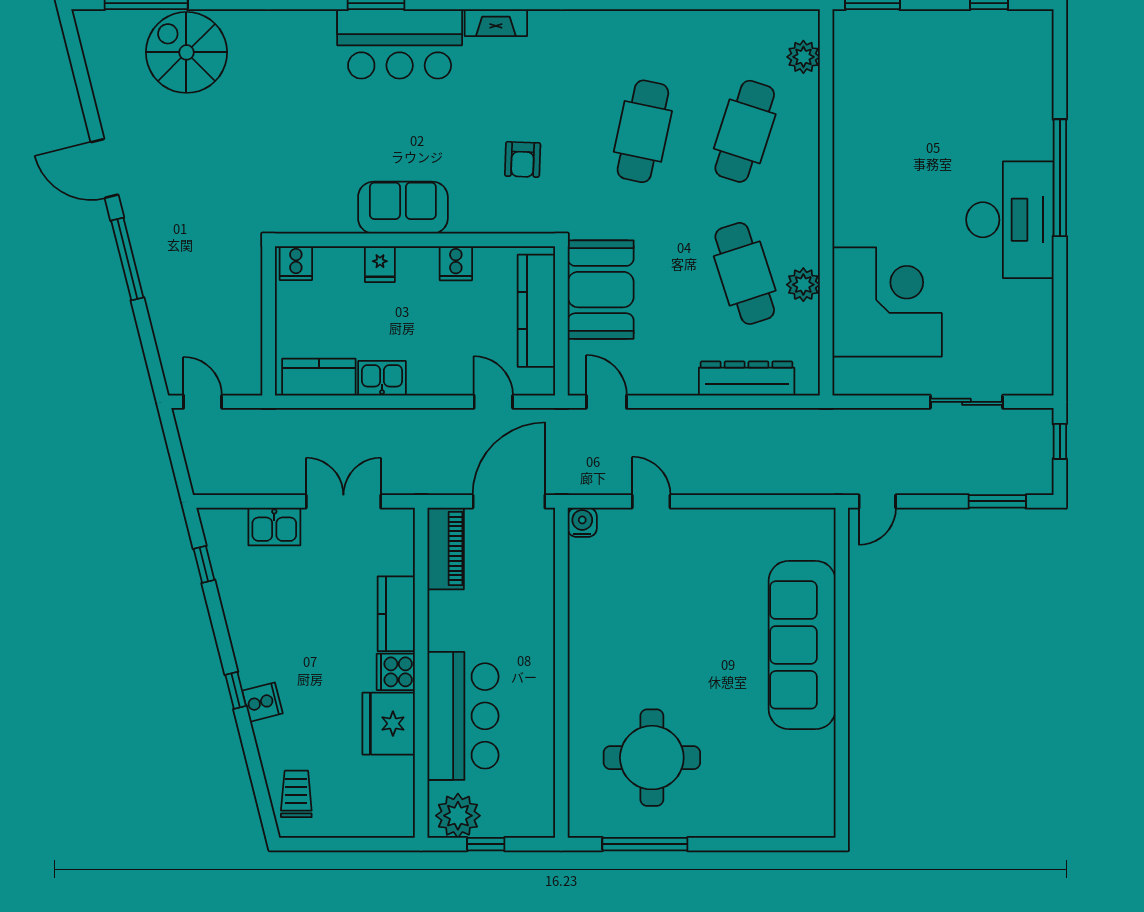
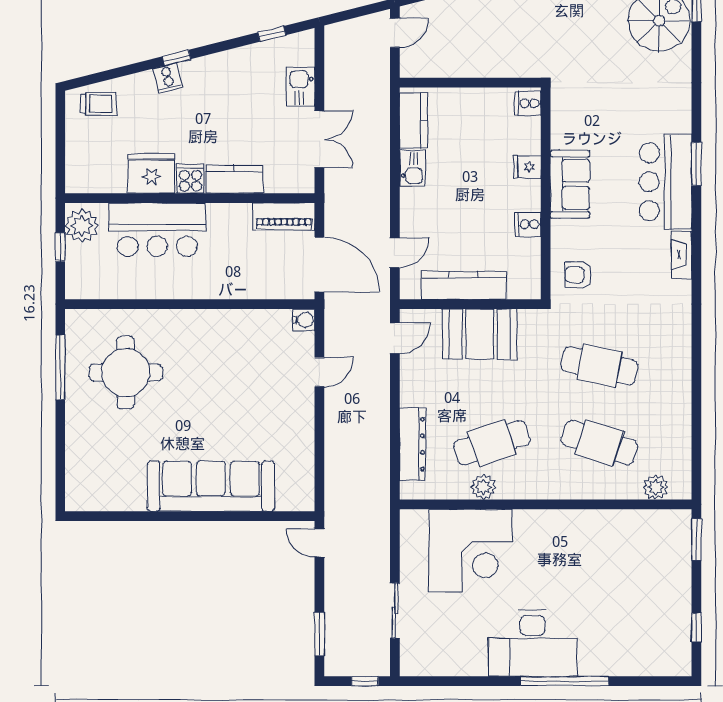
sofa: (403, 208) -> (570, 184), moved
wall: (415, 240) -> (546, 193), moved
cooker: (296, 263) -> (528, 103), moved
cooker: (456, 263) -> (528, 224), moved
fridge: (380, 264) -> (527, 167), moved

